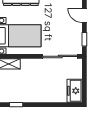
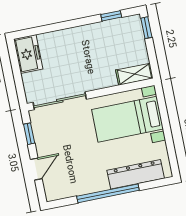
door: (84, 16) -> (36, 169), hinge flipped

